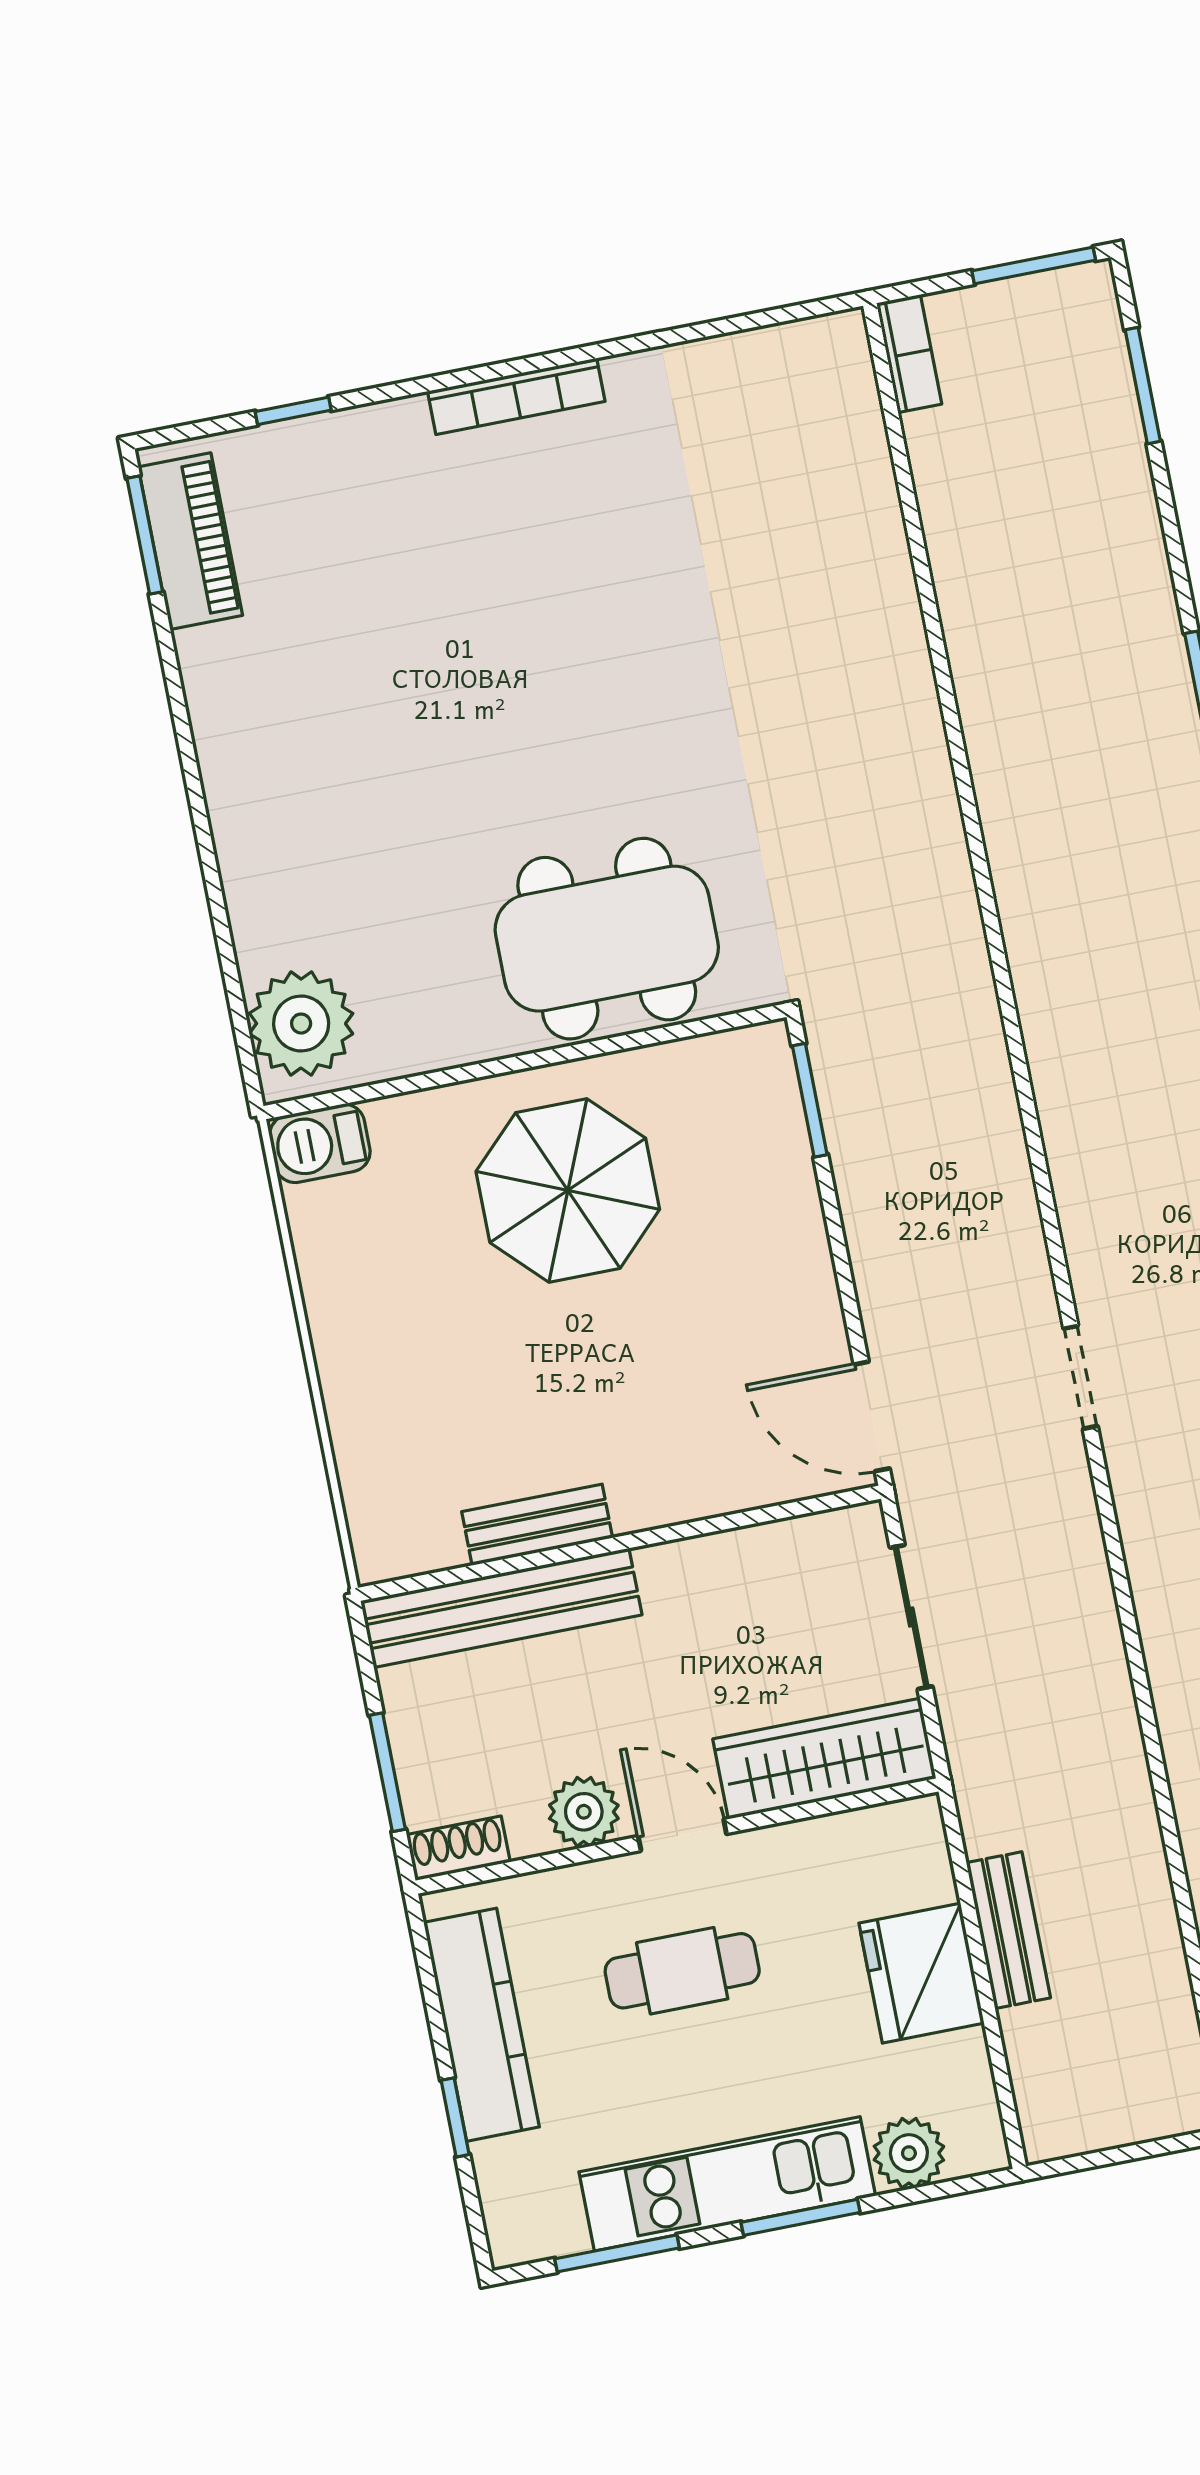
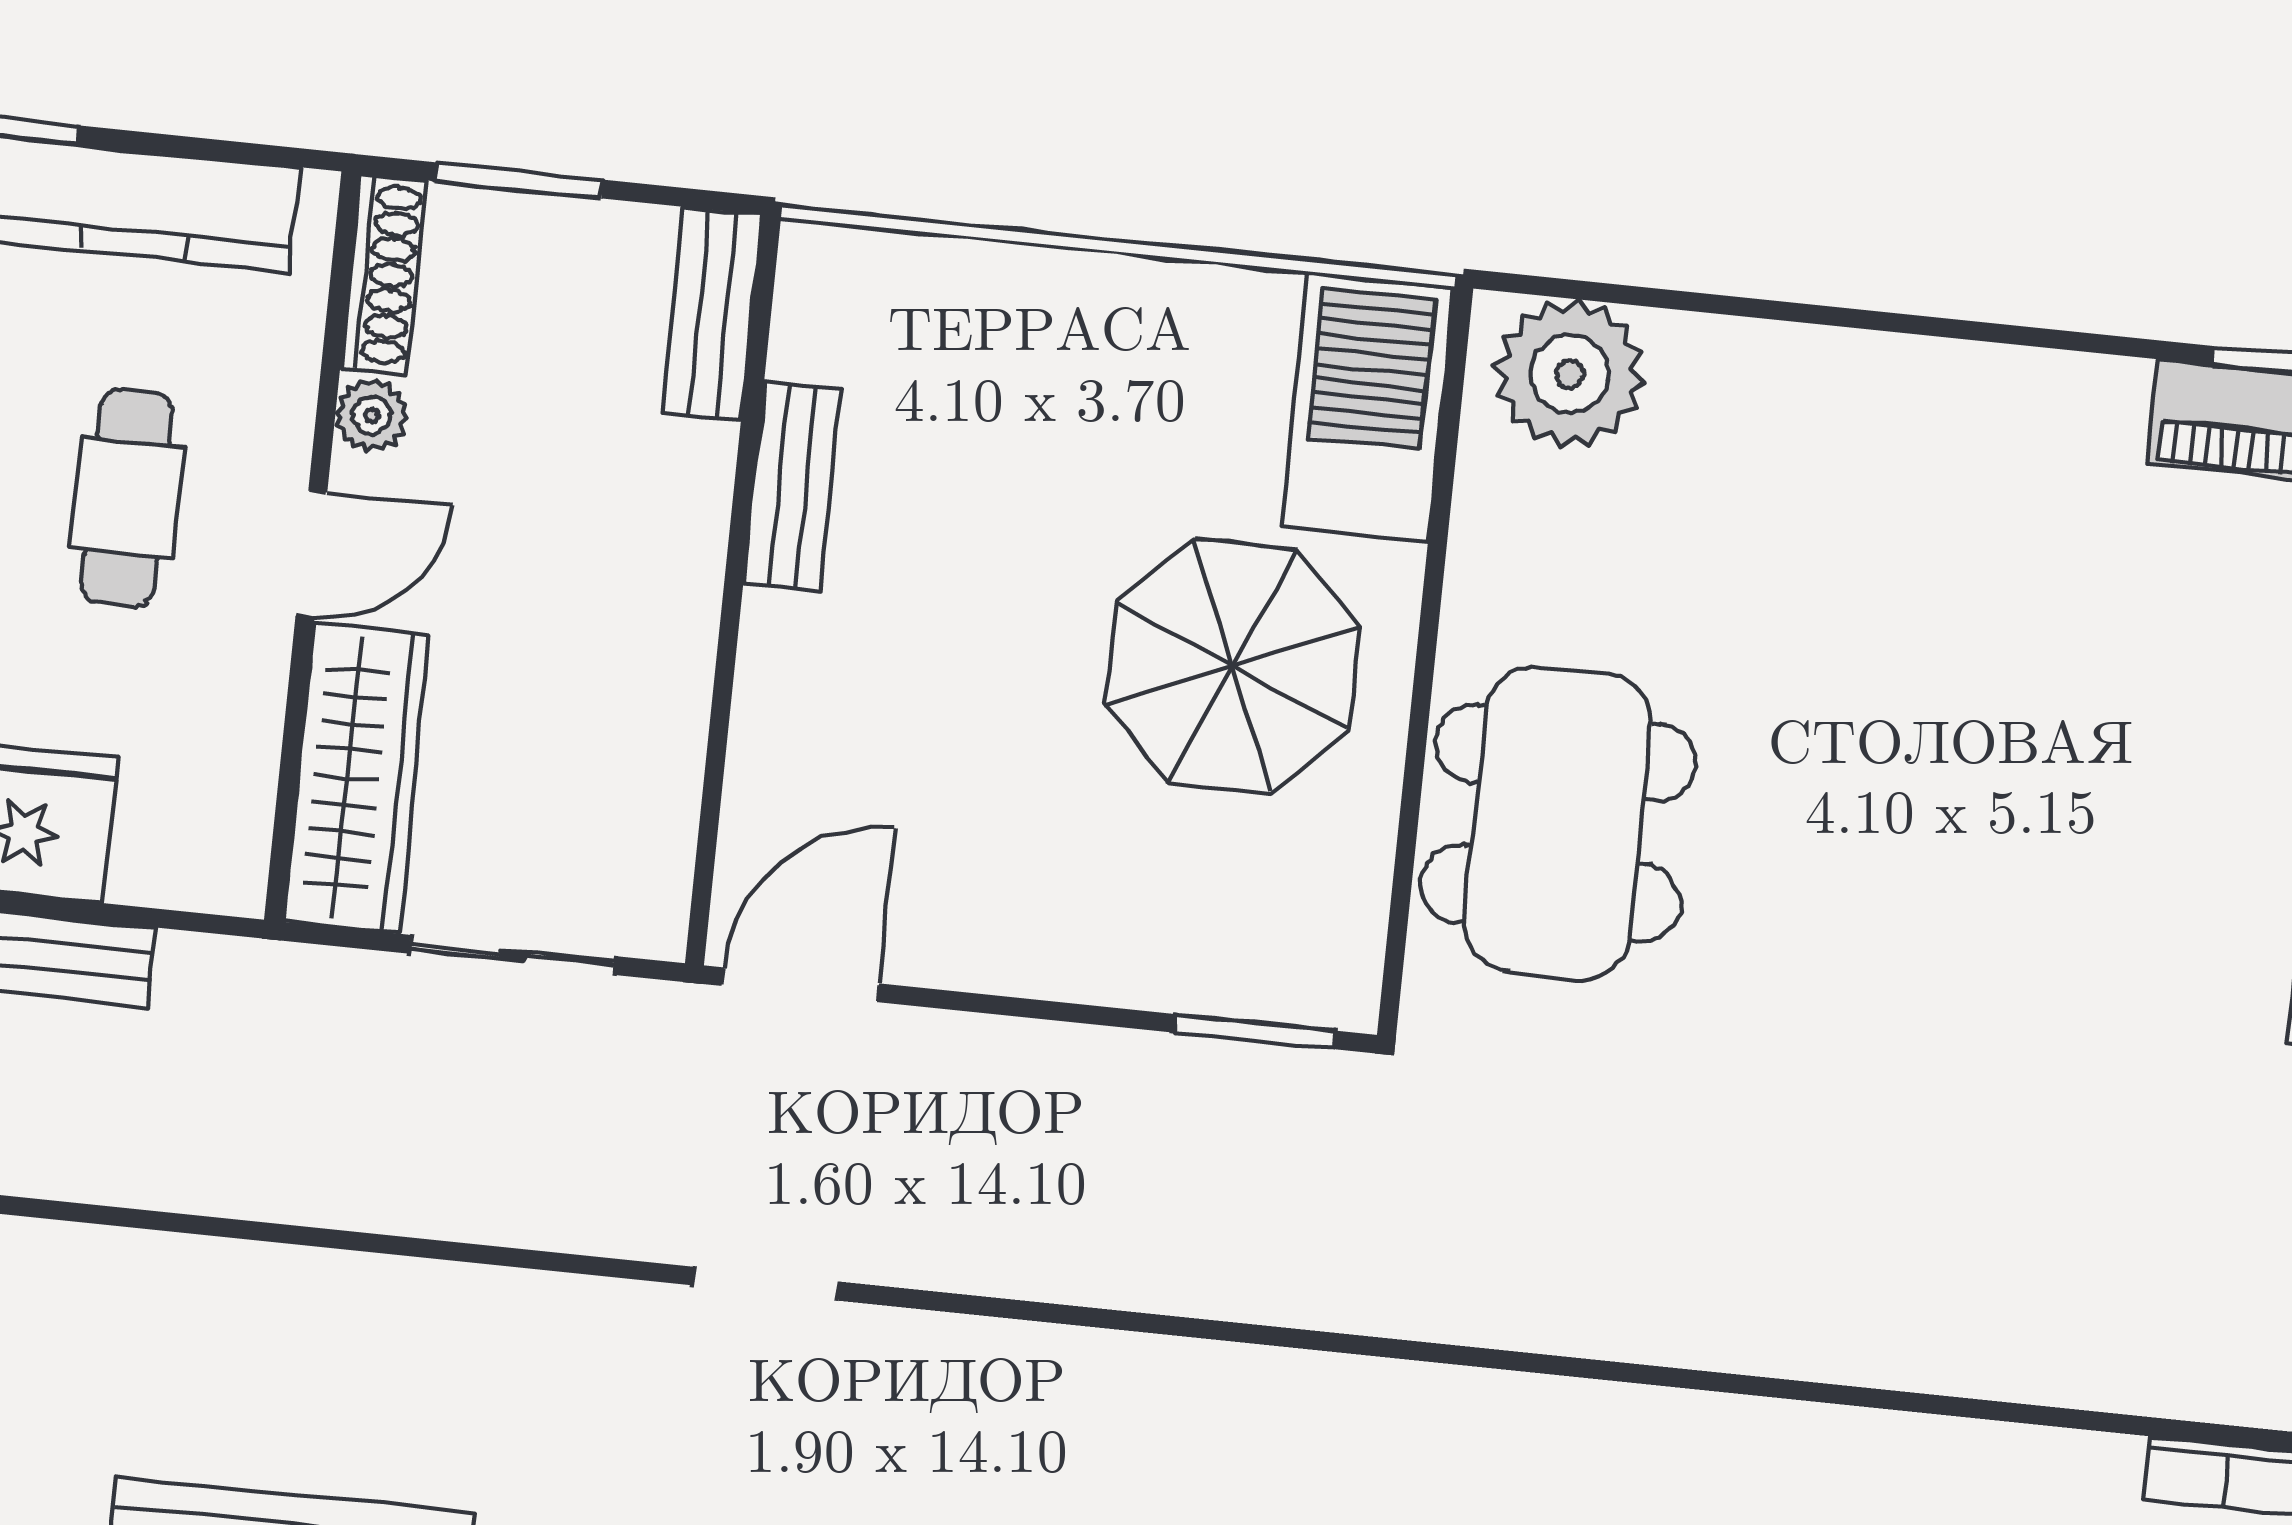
barbecue: (320, 1143) -> (1367, 407), width x1.88, depth x1.53
bench: (501, 1608) -> (712, 314), width x0.54, depth x0.82
plant: (584, 1812) -> (372, 415), width x0.73, depth x0.73
shoe rack: (458, 1848) -> (383, 274), width x1.43

